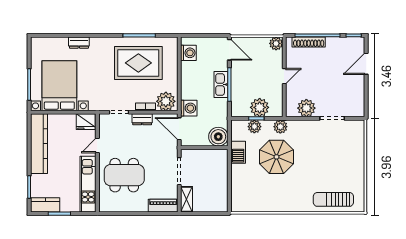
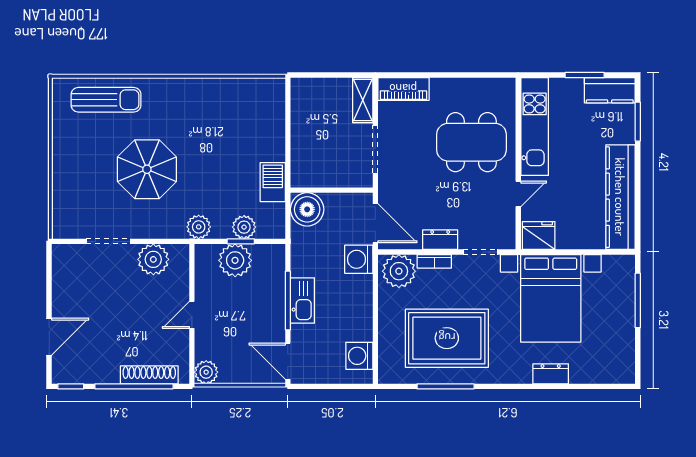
bed with nightstands: (59, 86) -> (551, 298), moved
parasol: (276, 157) -> (147, 169), moved

